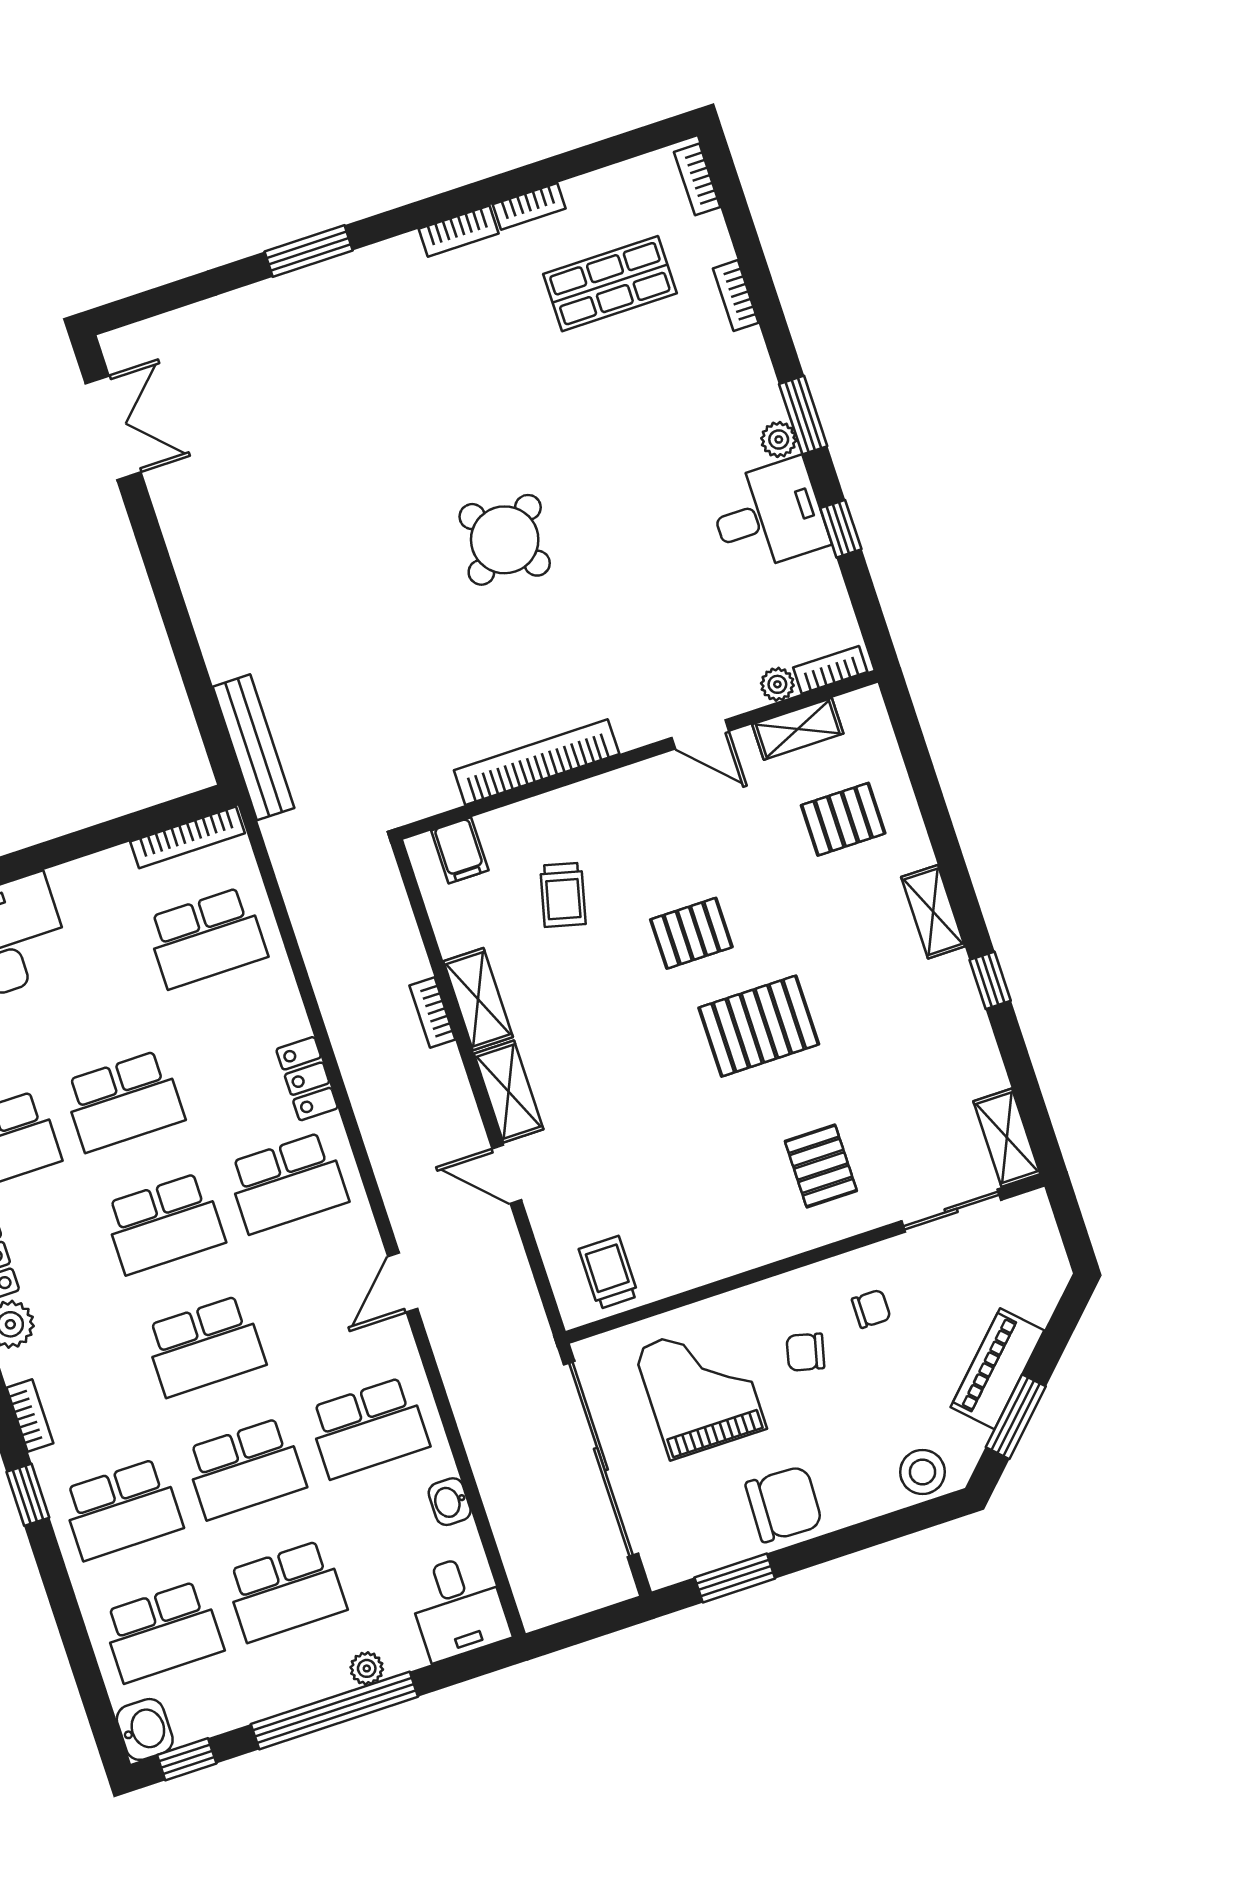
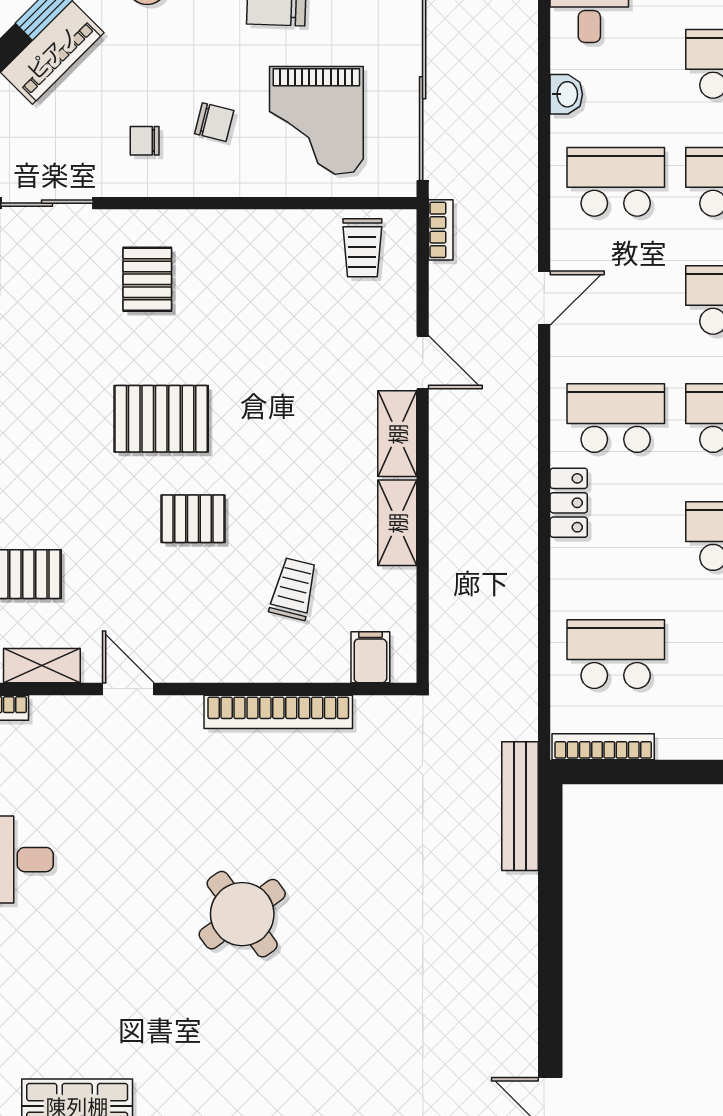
plant: (777, 684) -> (47, 710), removed
bookcase: (432, 1013) -> (441, 230), moved

